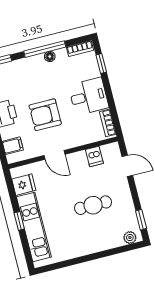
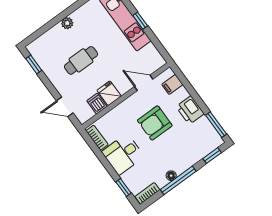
armchair: (45, 115) -> (155, 123), turned 180
door: (54, 155) -> (144, 83), moved
fridge: (24, 185) -> (109, 93), moved, turned 90
plant: (130, 238) -> (67, 23), moved

